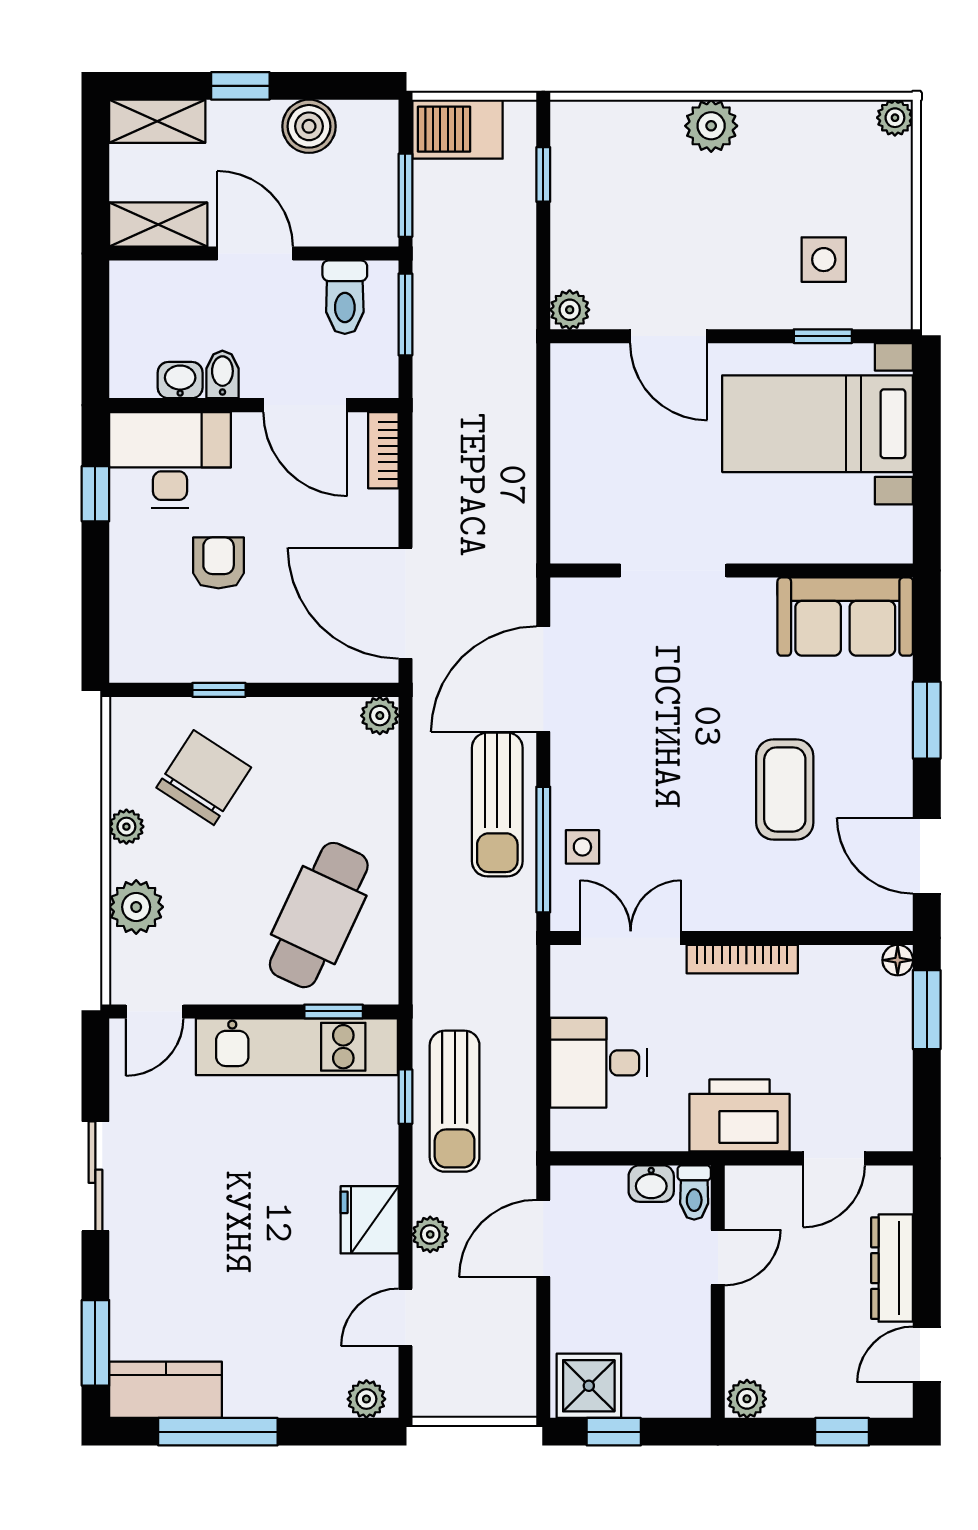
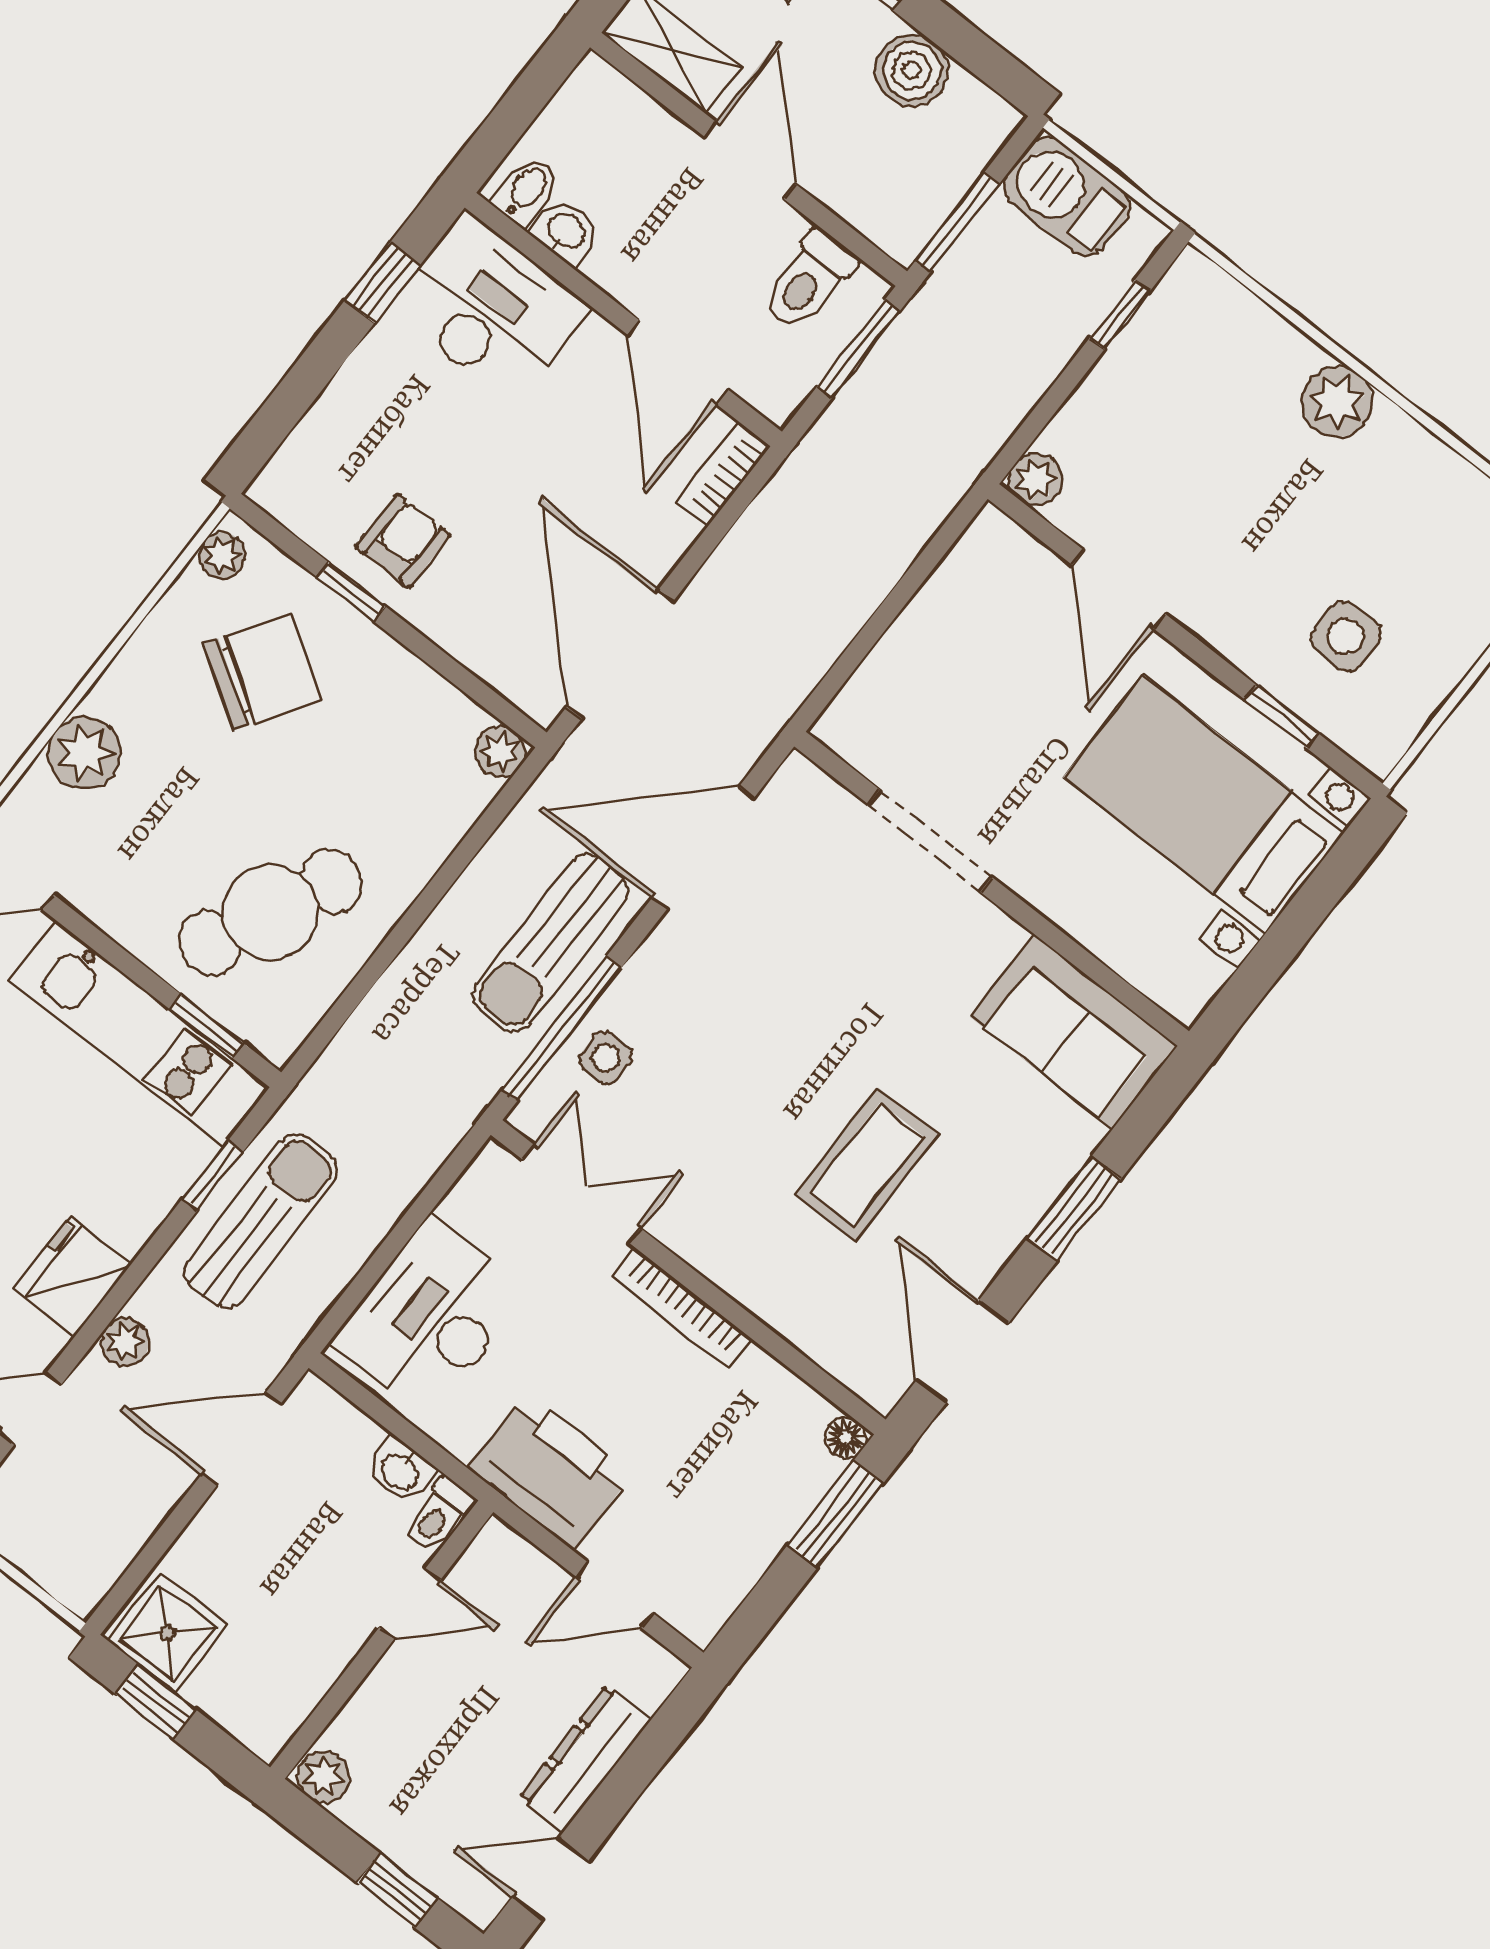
bidet: (222, 374) -> (526, 191), moved
armchair: (219, 563) -> (403, 541), moved
plant: (126, 827) -> (222, 556), moved
desk: (599, 1063) -> (431, 1317), width x1.37
sun lounger: (455, 1101) -> (261, 1221), turned 180

